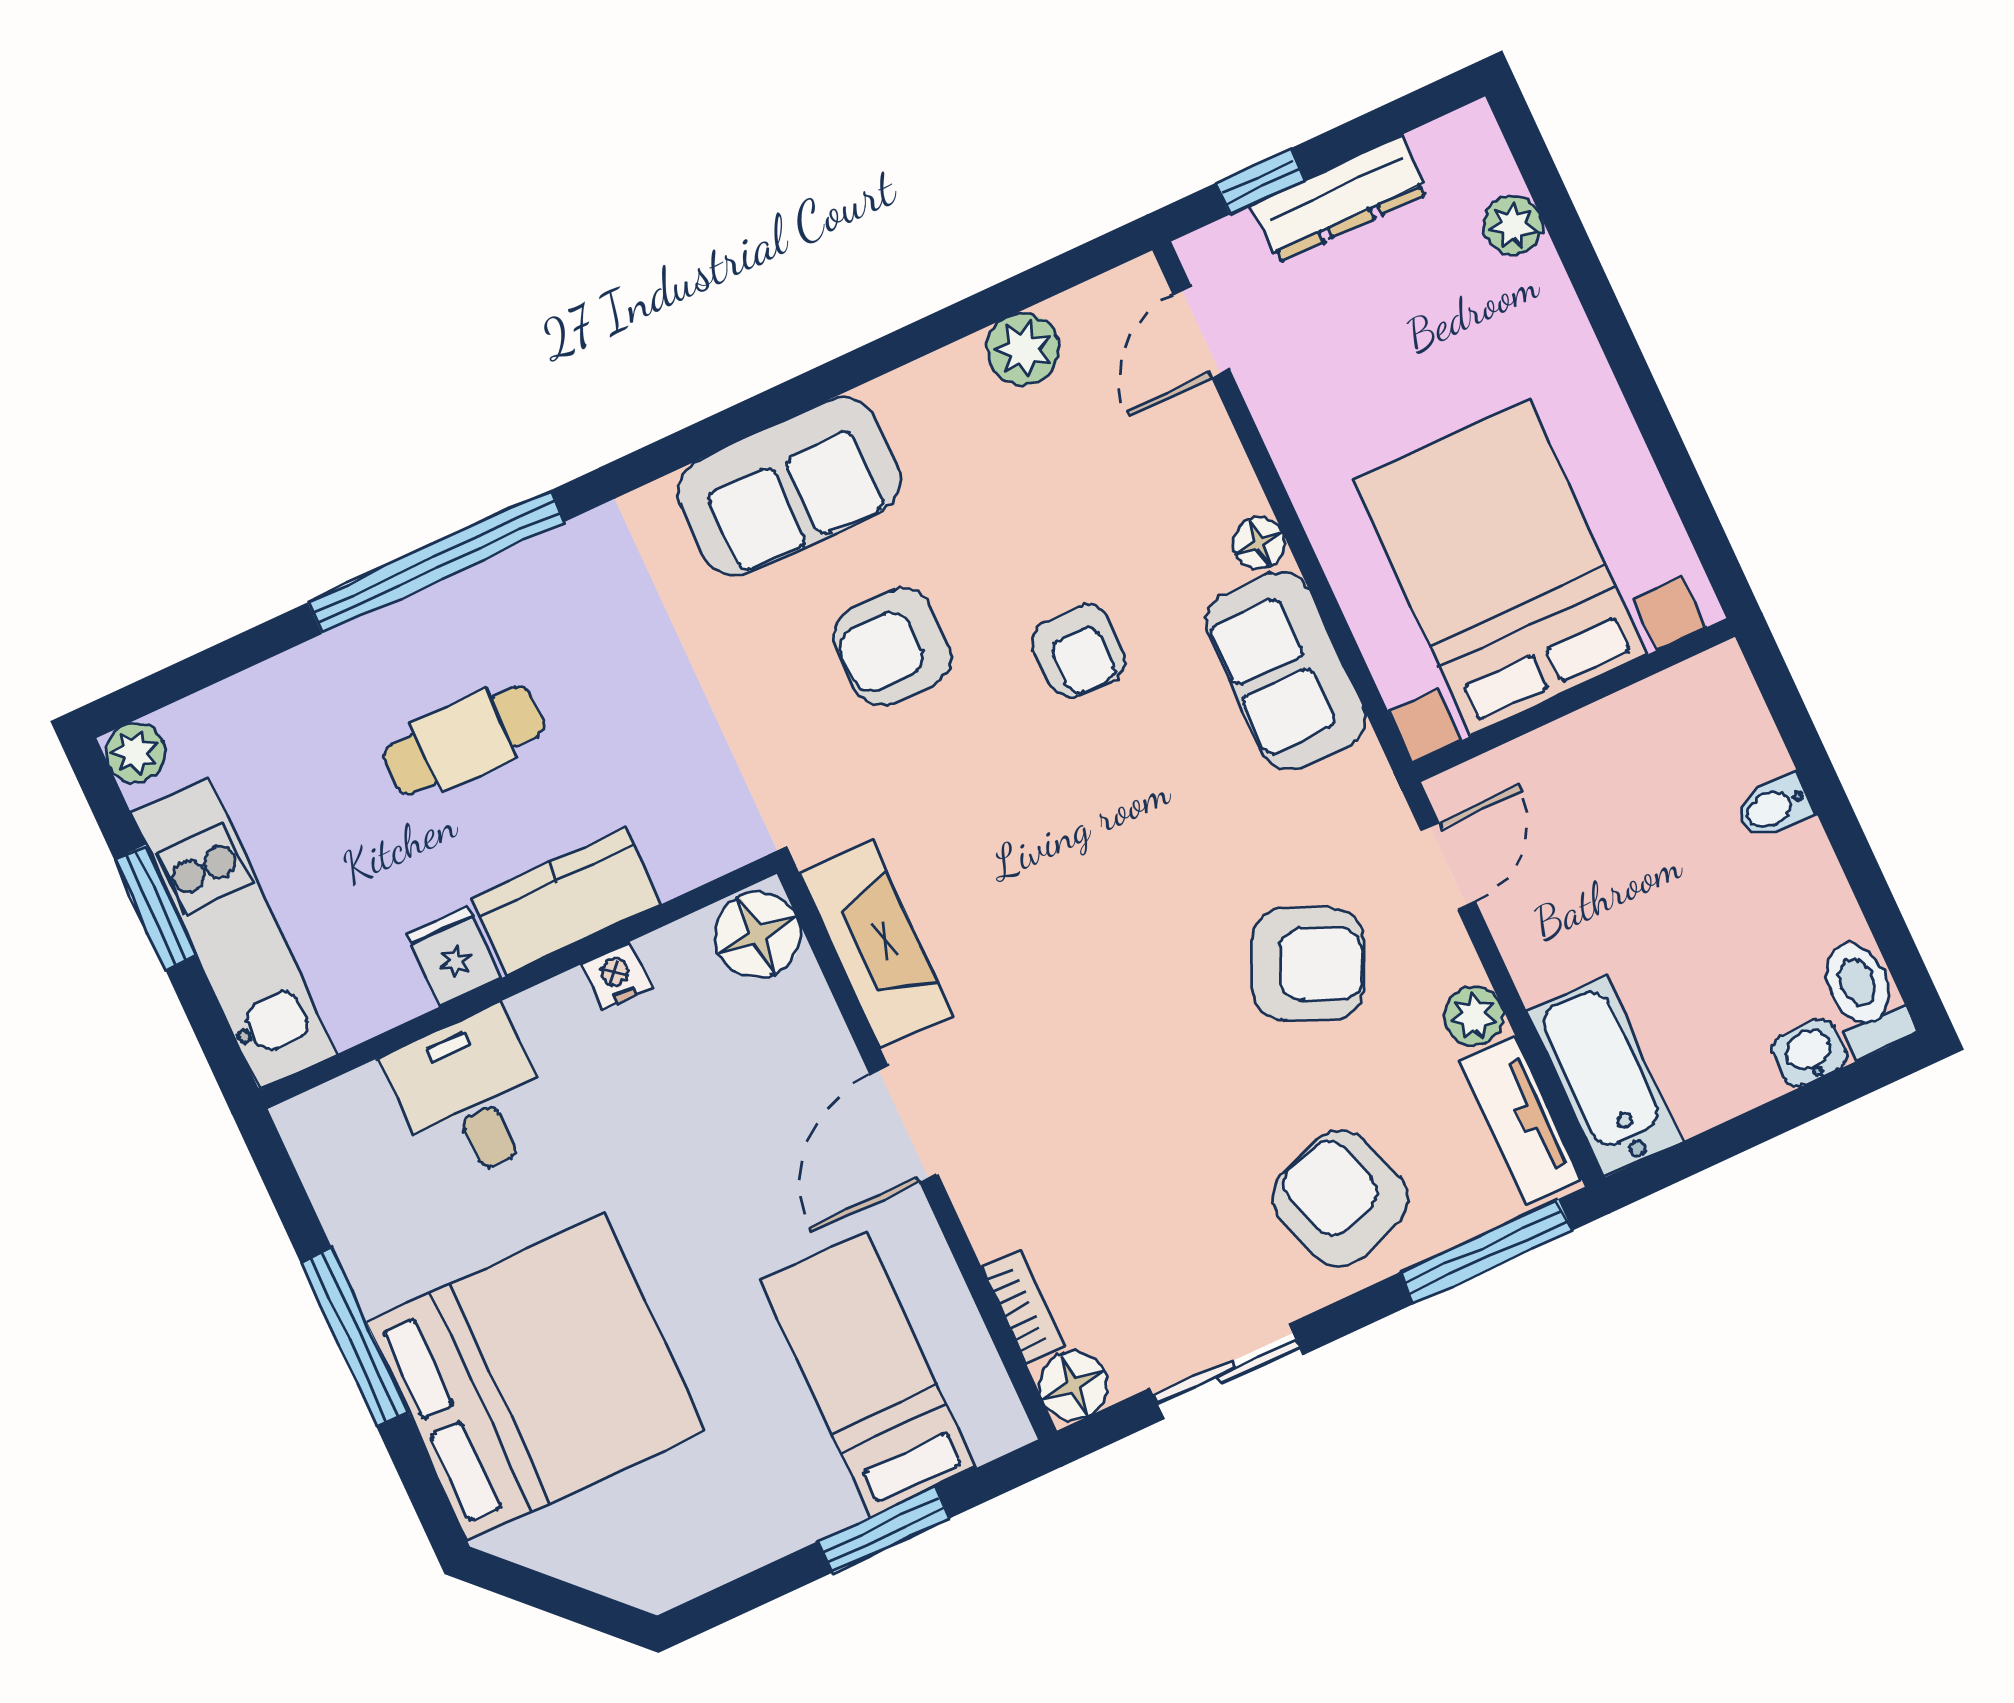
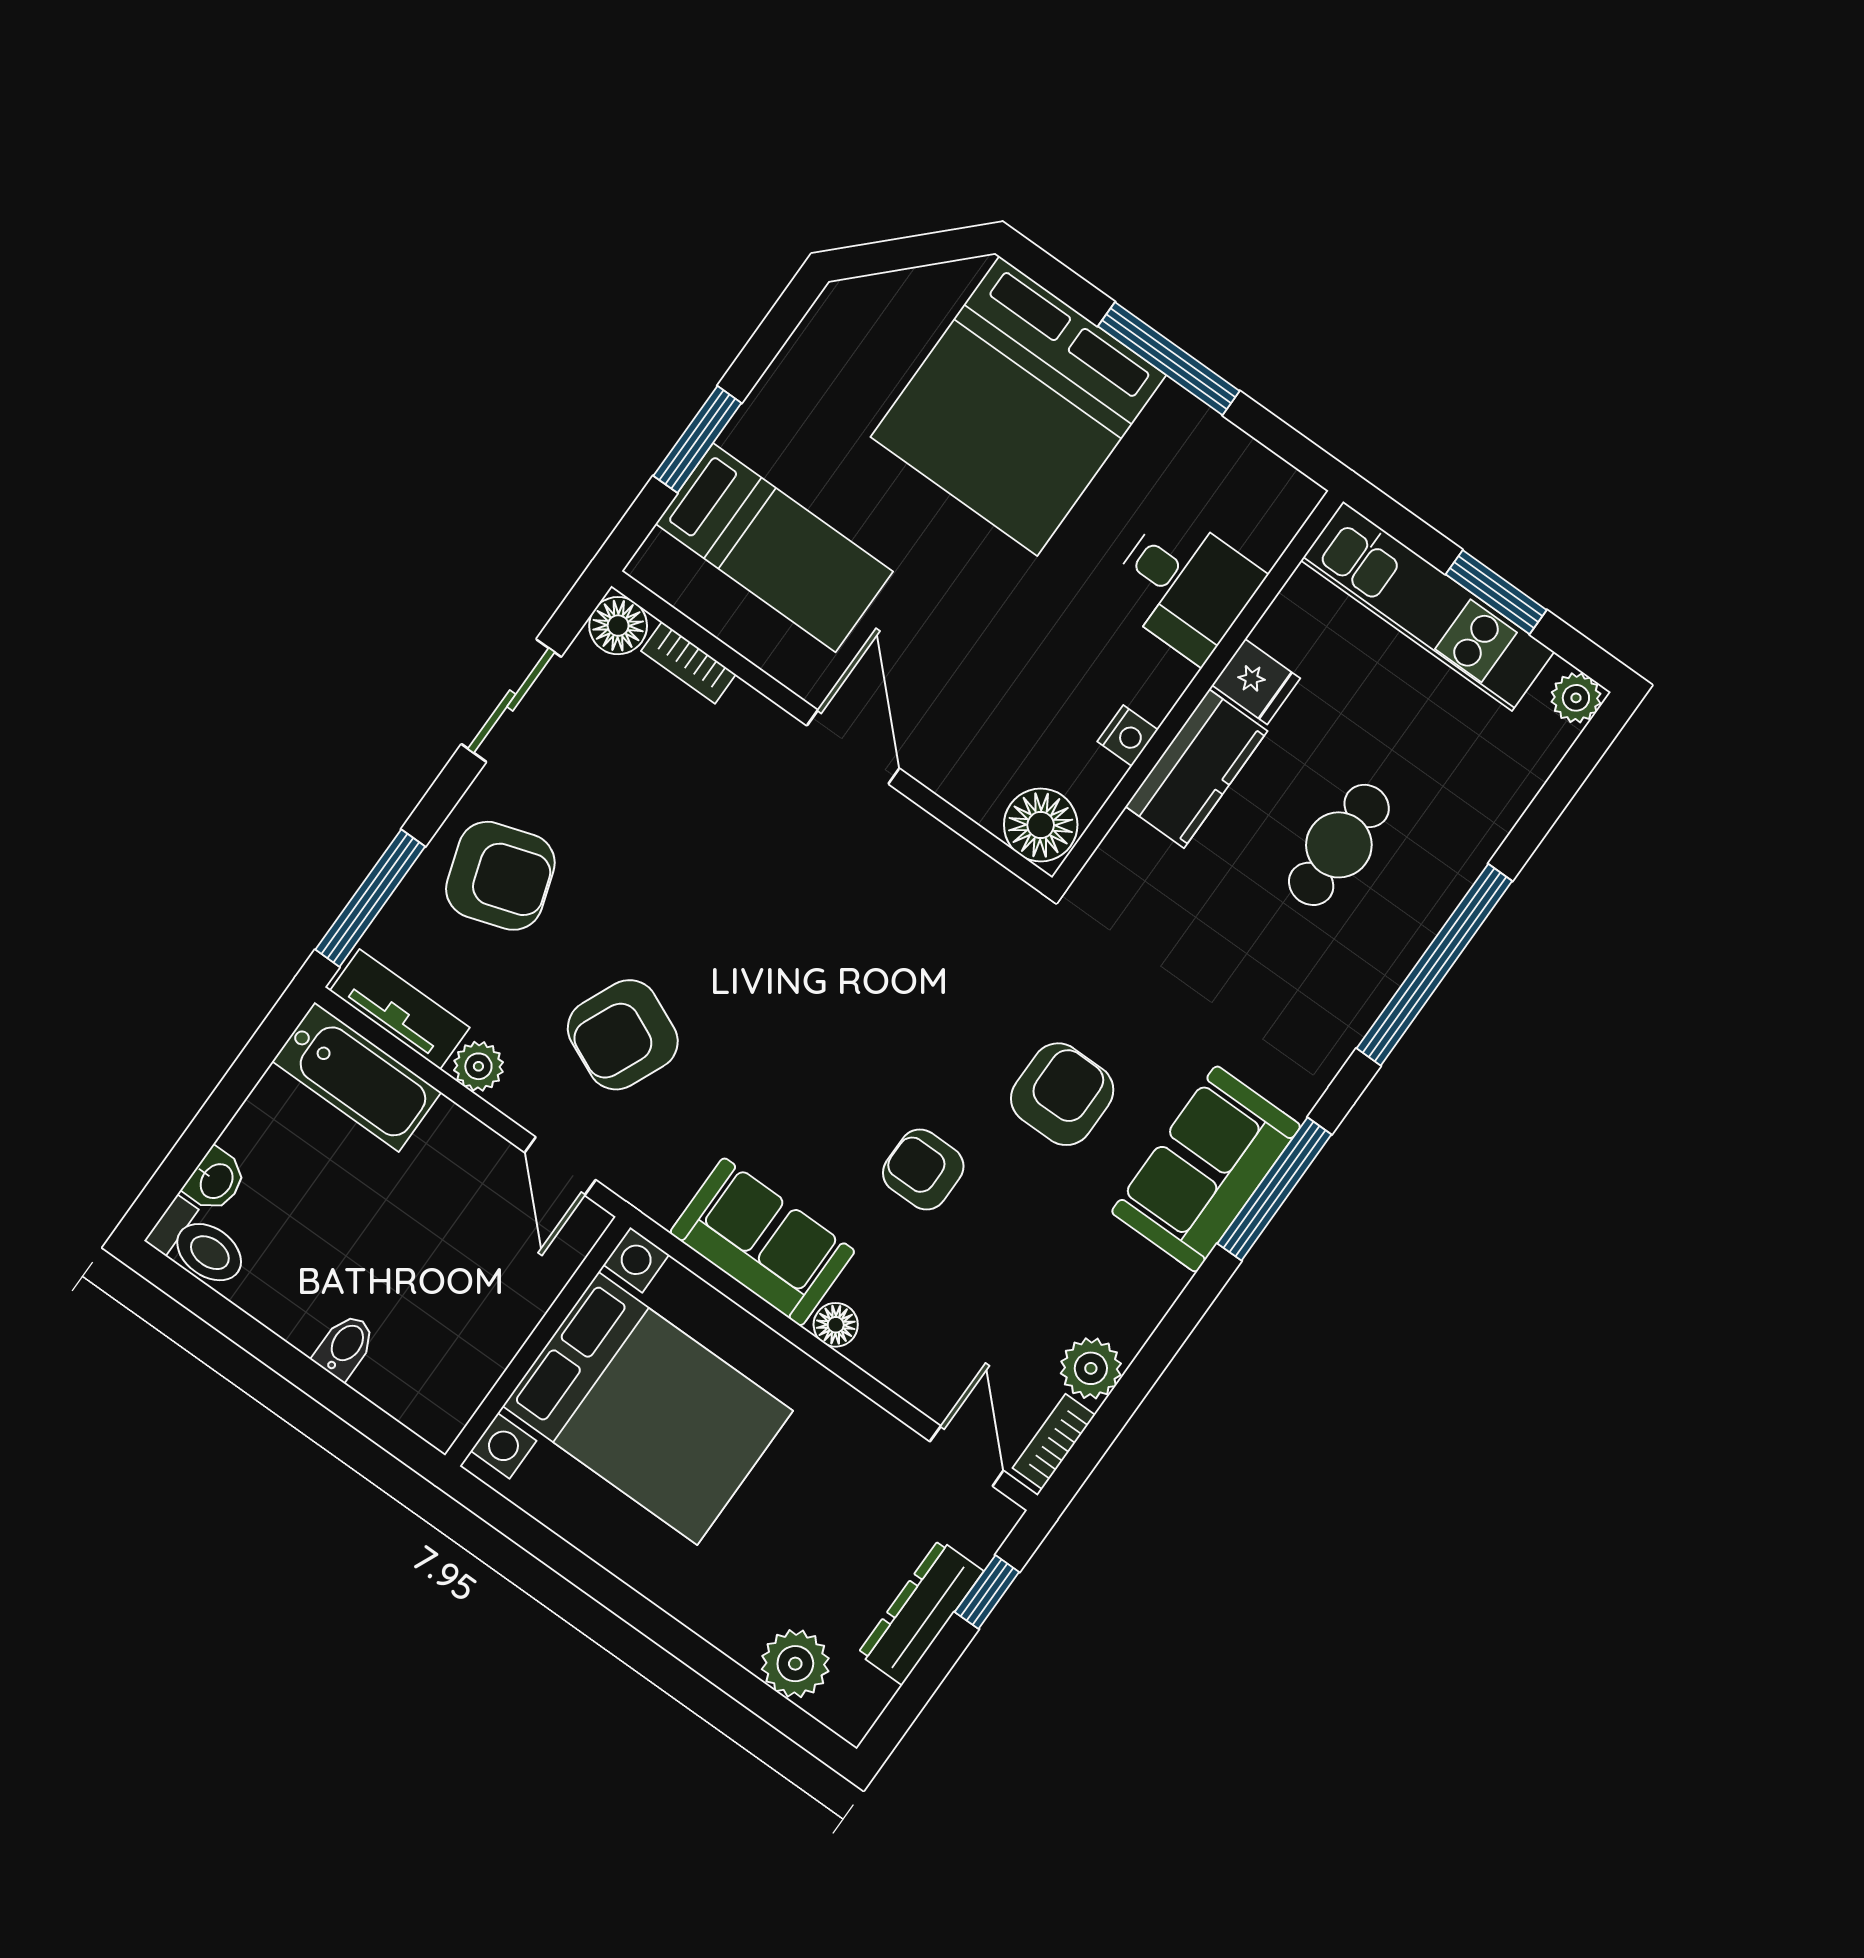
plant: (1513, 225) -> (795, 1664), width x1.38, depth x1.38
bookcase: (1104, 296) -> (1054, 1441), added
window: (731, 426) -> (1274, 1189), added
fireplace: (876, 944) -> (950, 868), removed

